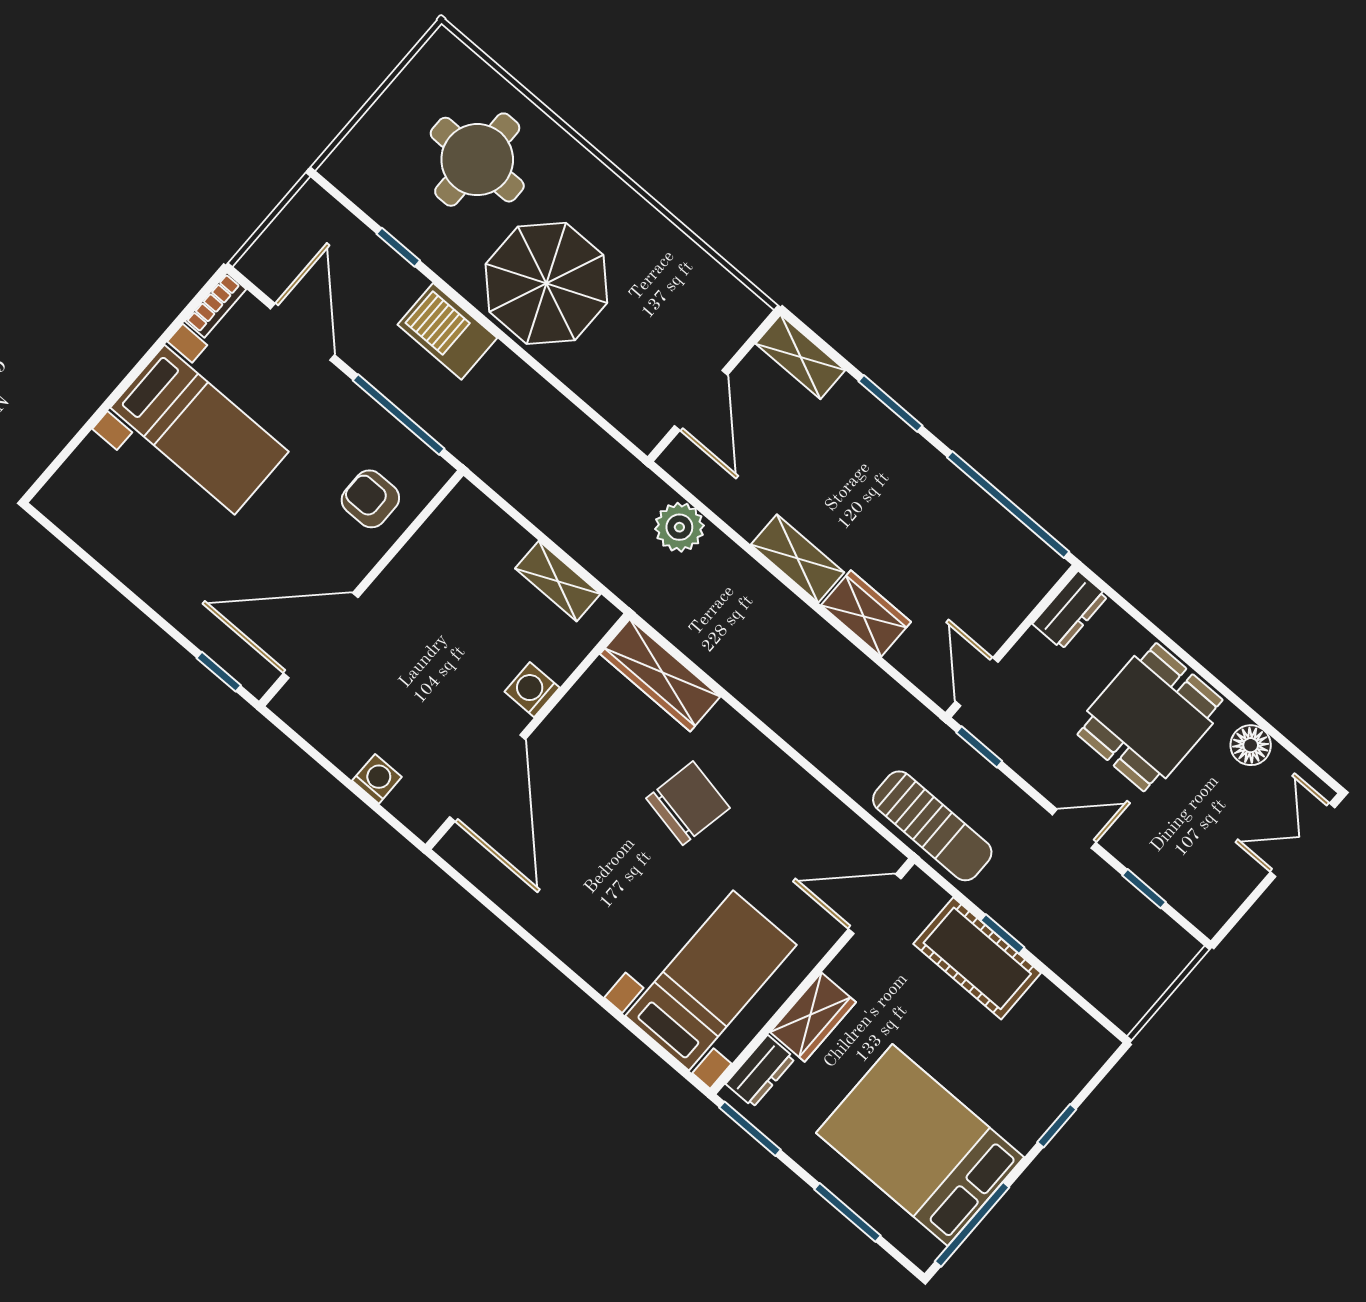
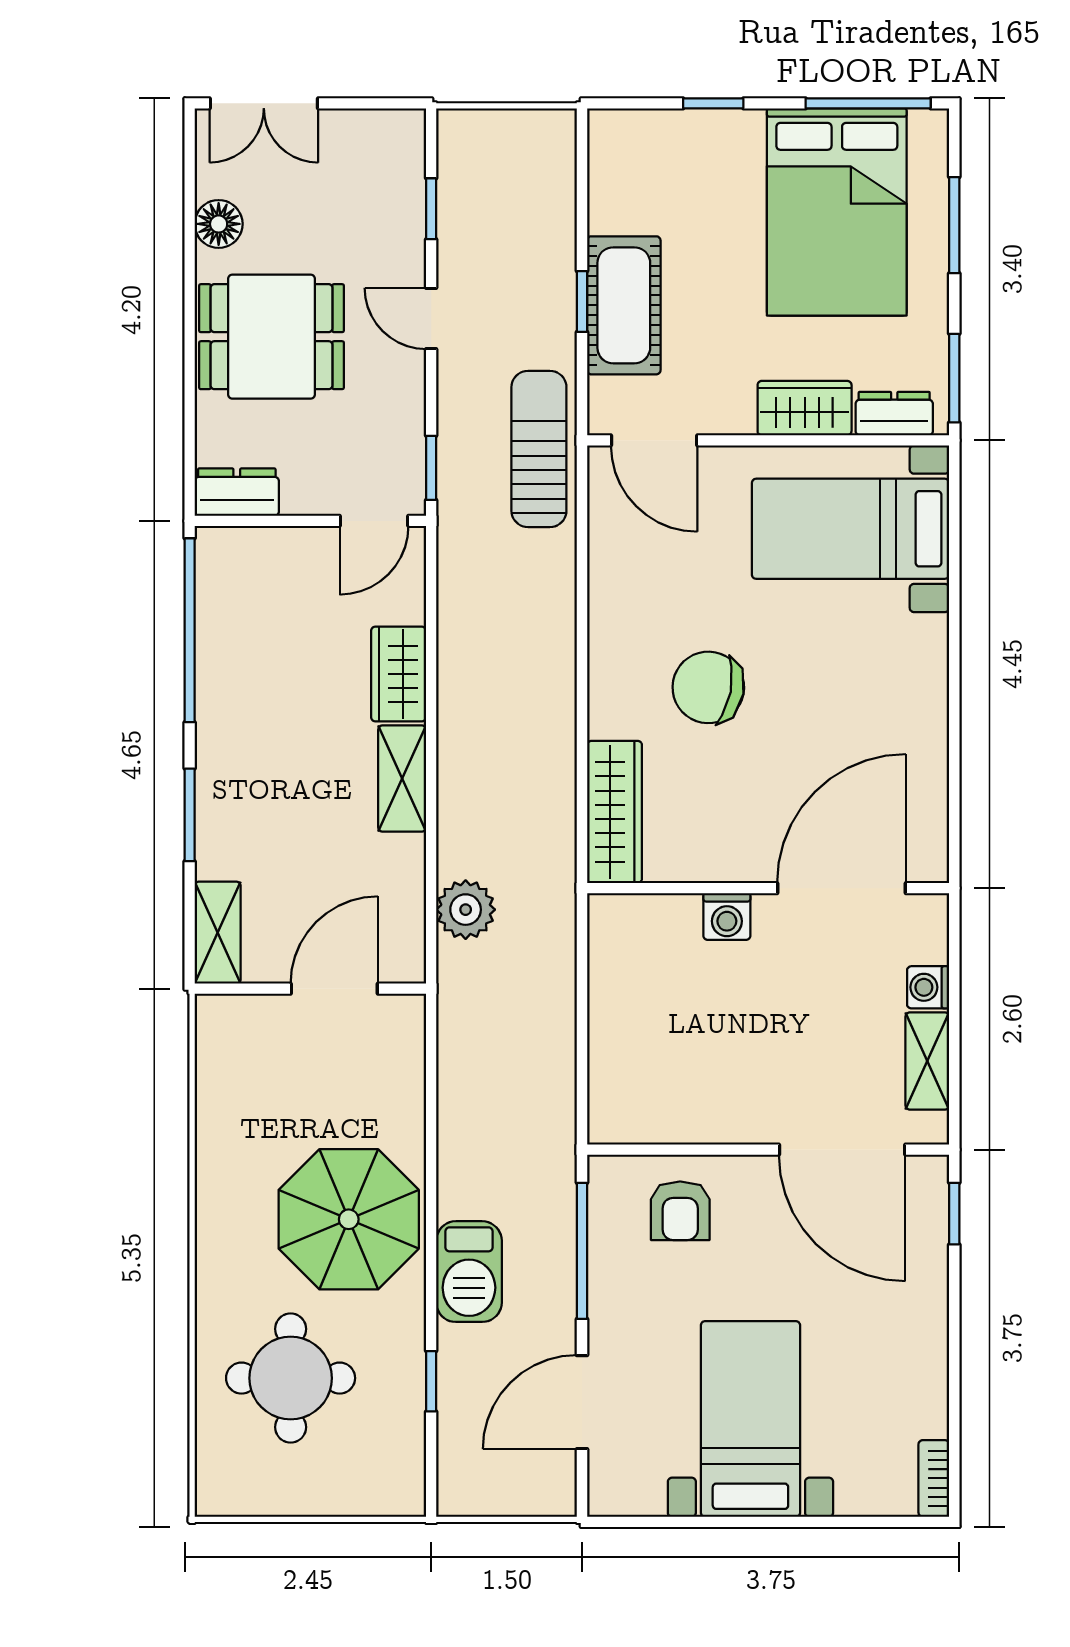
bookcase: (216, 305) -> (934, 1478), moved, turned -90
shelving: (558, 581) -> (927, 1061), moved

